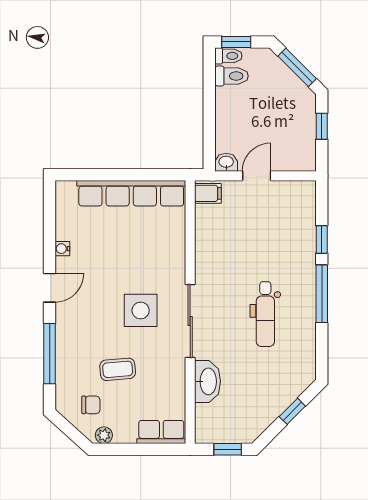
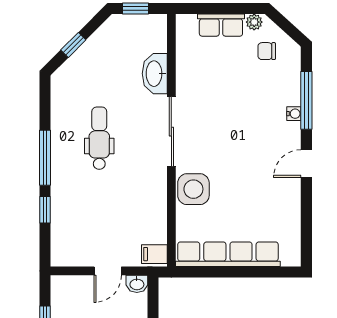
water cooler: (62, 249) -> (294, 114), moved
side table: (141, 310) -> (193, 189), moved
coffee table: (118, 369) -> (241, 85), removed
row of seats: (161, 432) -> (221, 25), moved

